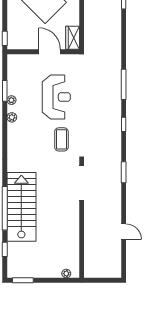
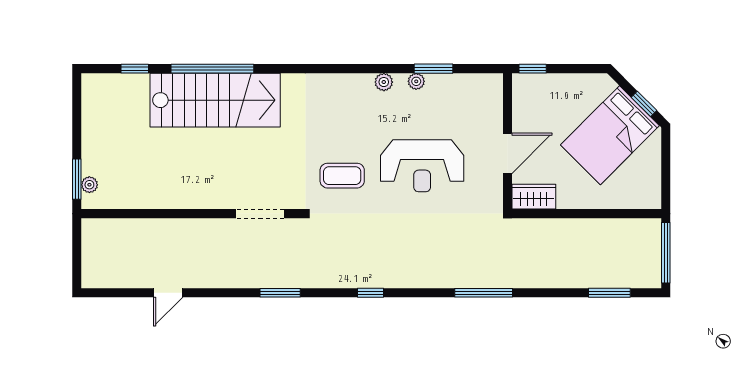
window: (124, 84) -> (484, 293), moved
doorway: (82, 183) -> (260, 214), width x0.73
window: (23, 280) -> (77, 179), moved

